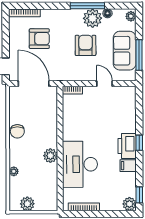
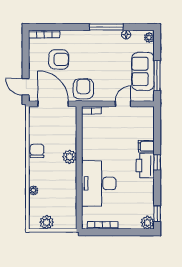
plant: (93, 18) -> (111, 39), removed
armchair: (86, 45) -> (83, 89), moved
door: (104, 84) -> (123, 104), hinge flipped
chair: (17, 131) -> (37, 151), turned 180
plant: (50, 156) -> (70, 157), moved
filing cabinet: (128, 166) -> (146, 146), moved

